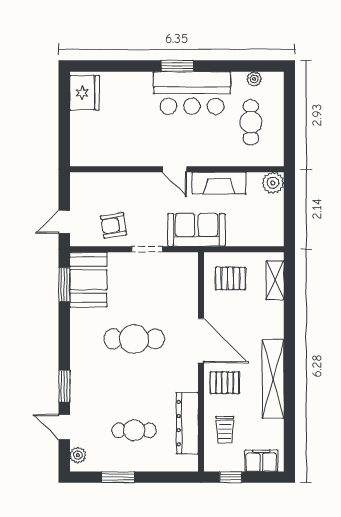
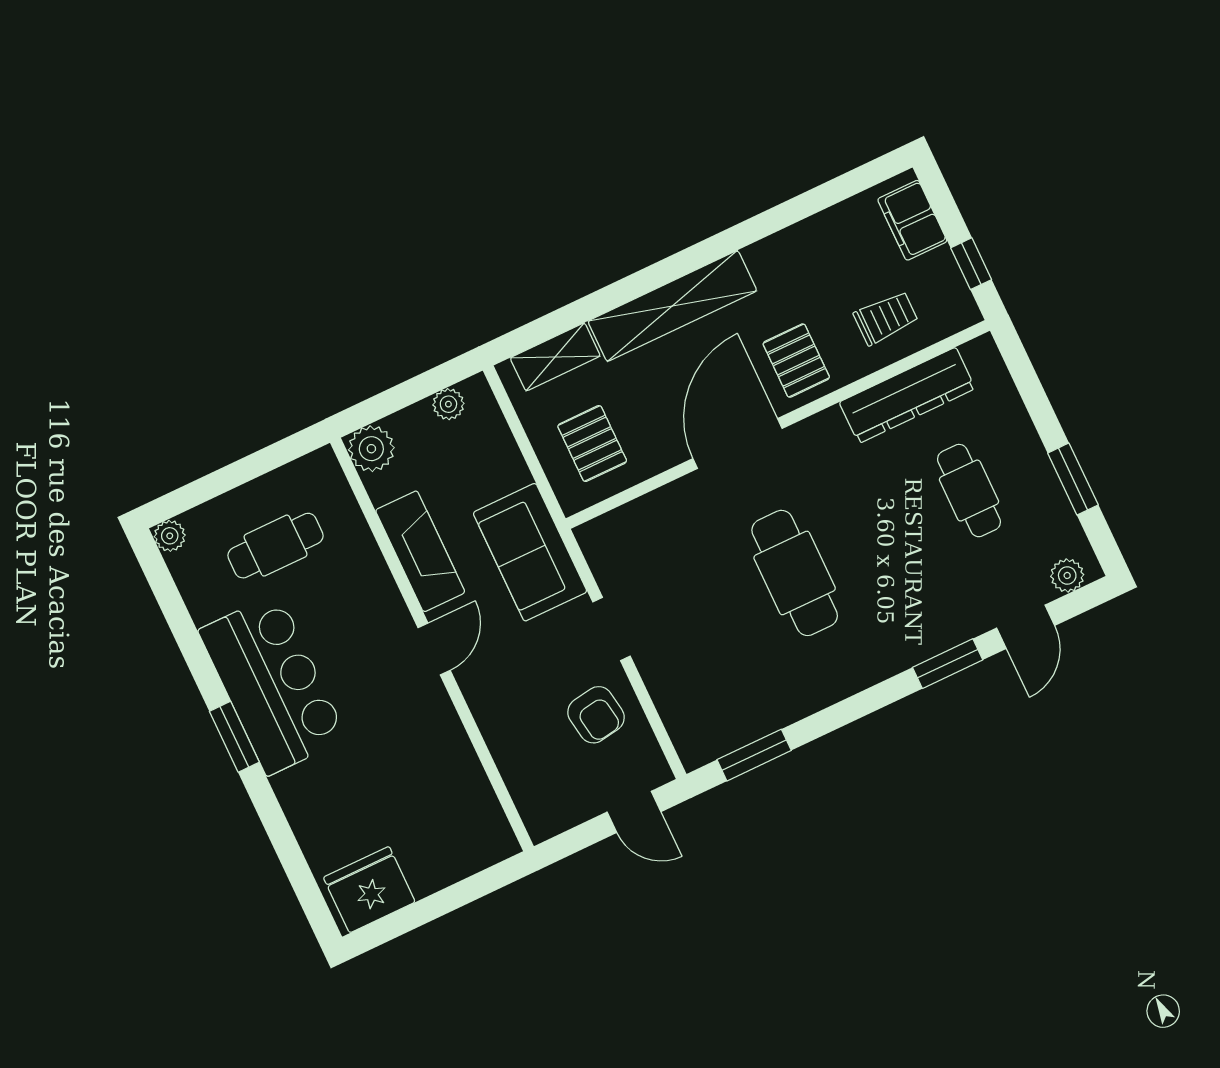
plant: (254, 79) -> (170, 536), moved
plant: (276, 225) -> (448, 404), added
booth: (88, 280) -> (723, 714), removed
shelving: (273, 379) -> (672, 306), moved

